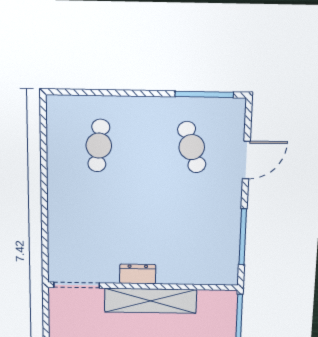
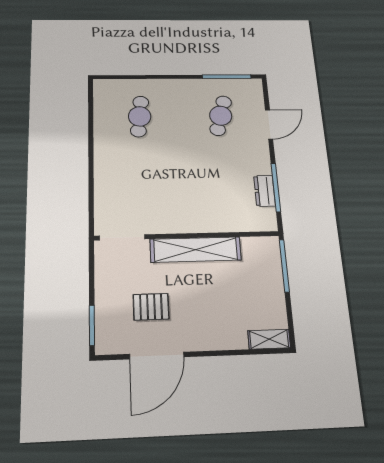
cafe table: (192, 147) -> (221, 116), turned 33
dresser: (138, 274) -> (265, 191), moved, turned -90

